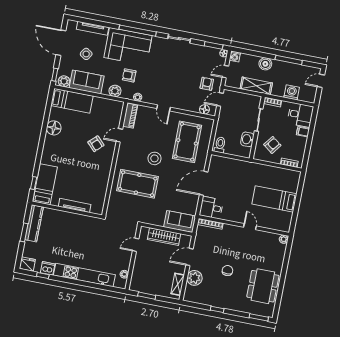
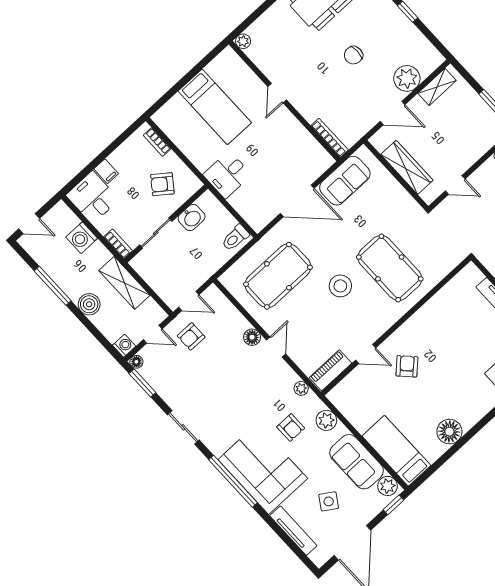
floor lamp: (204, 109) -> (252, 337), moved
desk: (211, 208) -> (227, 175), moved, turned 90
sofa: (180, 222) -> (345, 181), moved, turned -90

